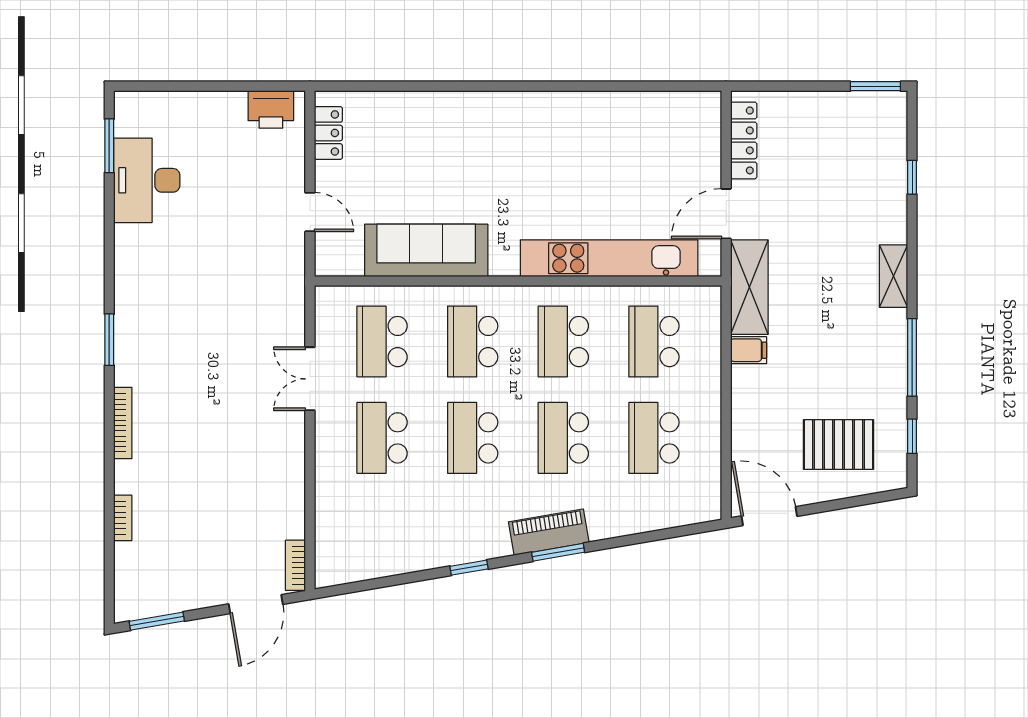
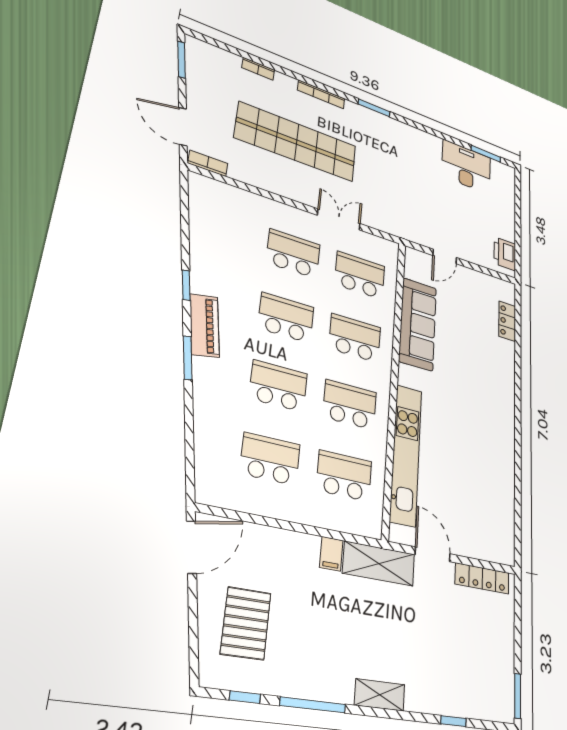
locker: (328, 133) -> (507, 321), moved, turned 90
shop shelf: (215, 451) -> (297, 142), added
piano: (549, 532) -> (205, 326), moved

